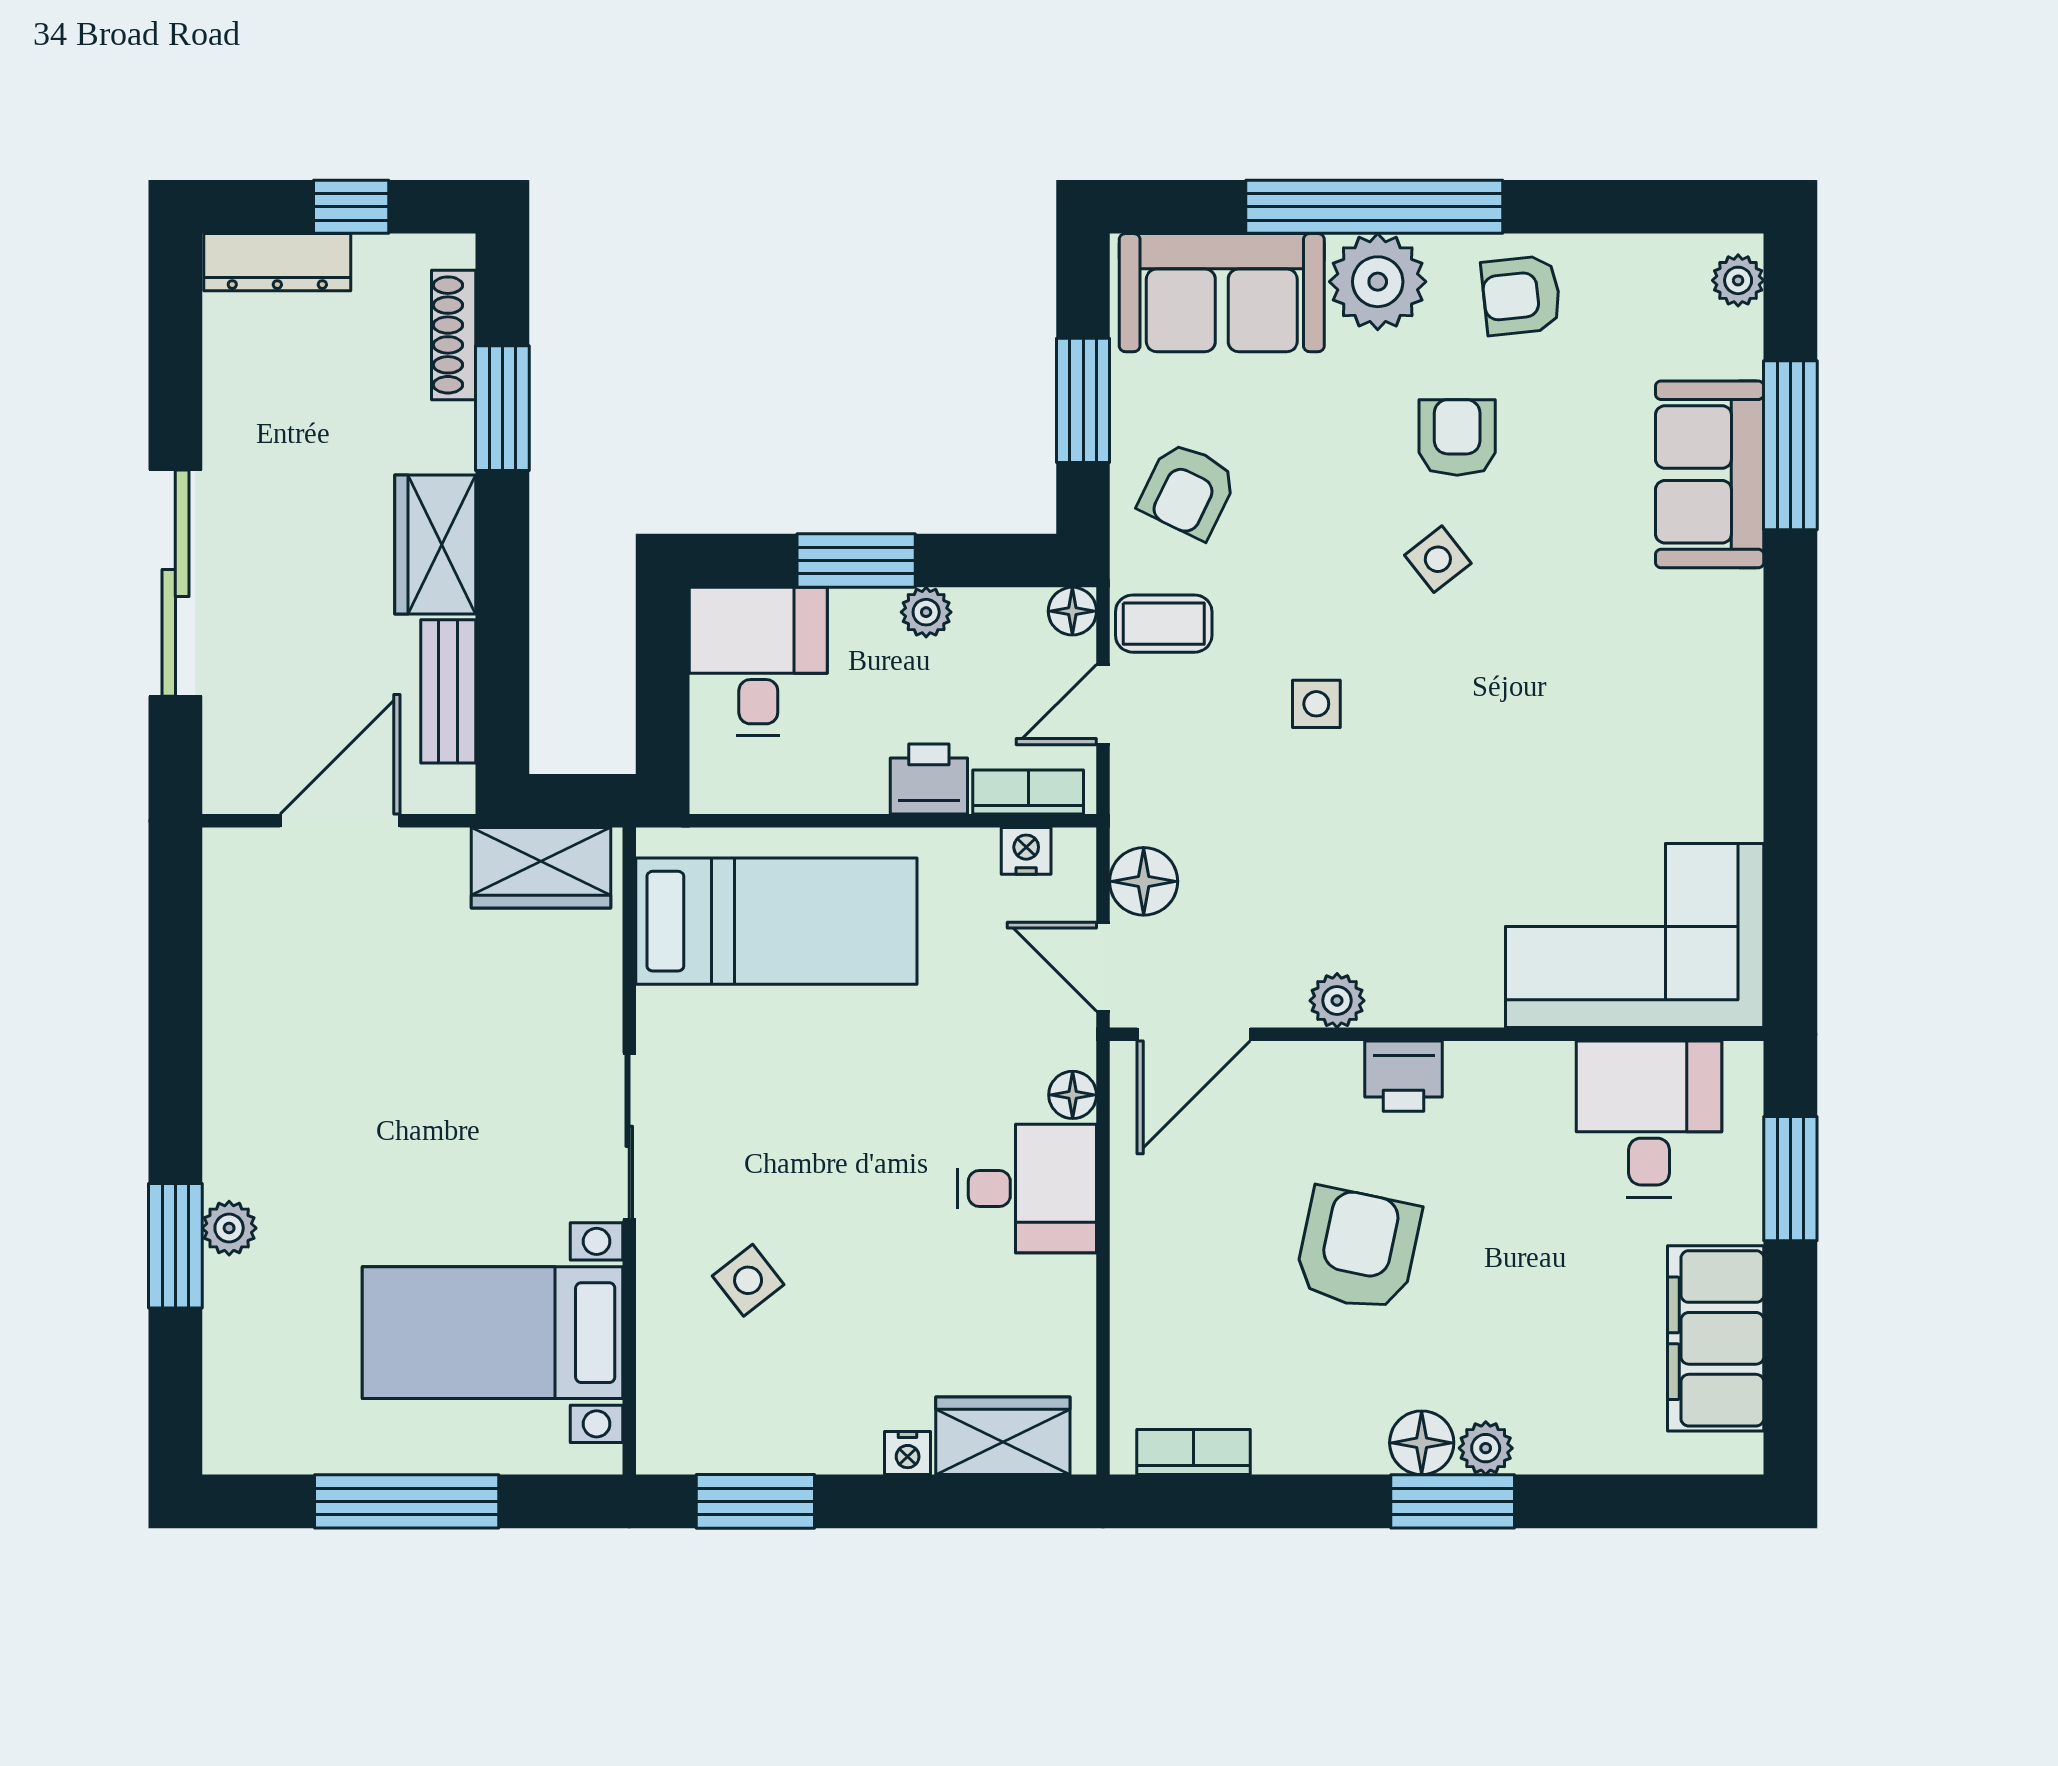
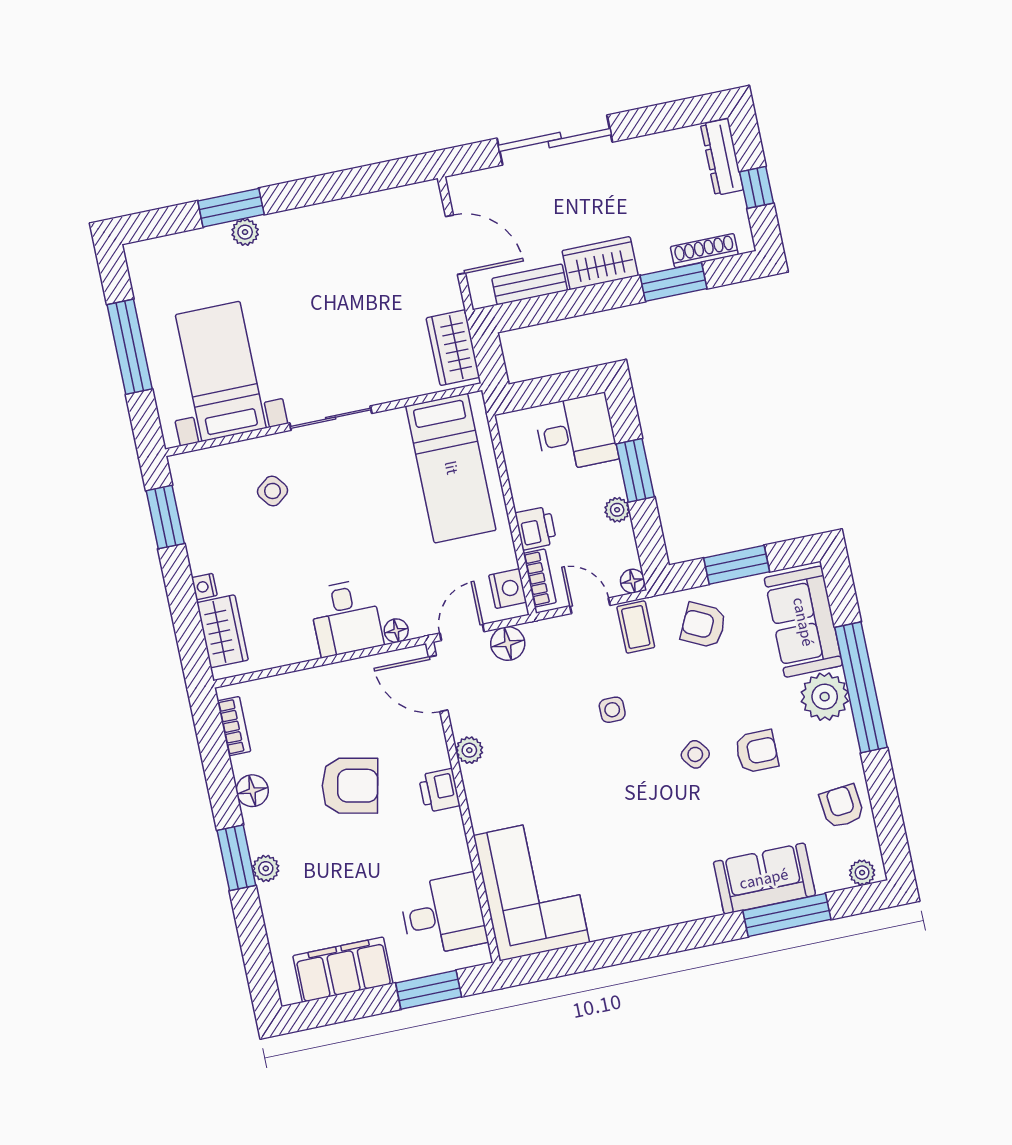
armchair: (1521, 295) -> (842, 806), moved
nightstand: (1026, 851) -> (508, 589), width x1.39, depth x1.35
floor lamp: (1422, 1443) -> (252, 791), moved

